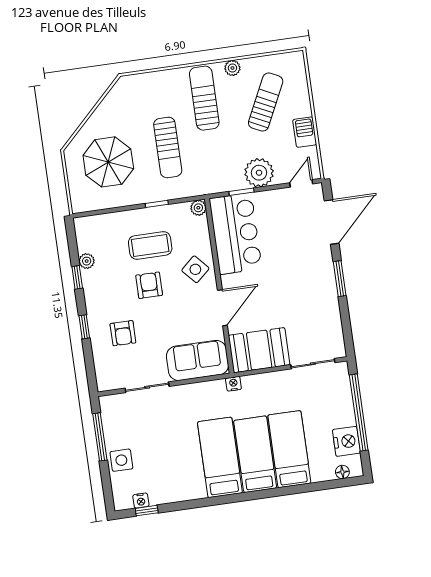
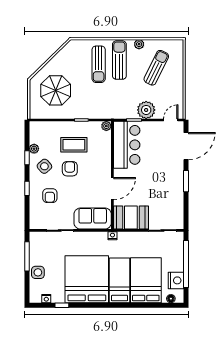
barbecue: (305, 132) -> (177, 89), removed
sun lounger: (168, 147) -> (99, 64), moved
side table: (195, 269) -> (44, 166), moved
bed: (289, 449) -> (146, 280), width x1.50
bed: (220, 457) -> (87, 279), width x2.04
window: (147, 511) -> (62, 305), moved

